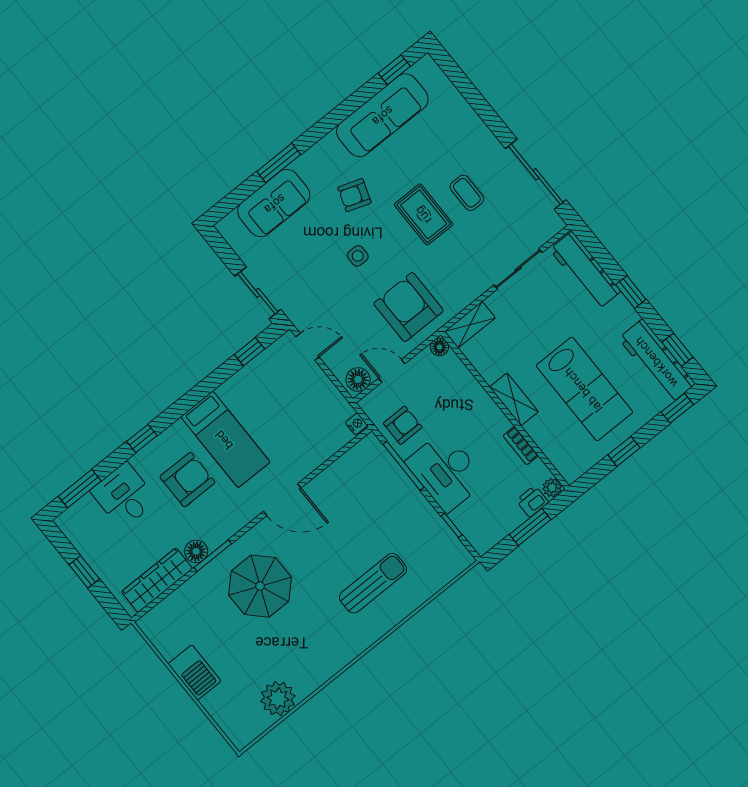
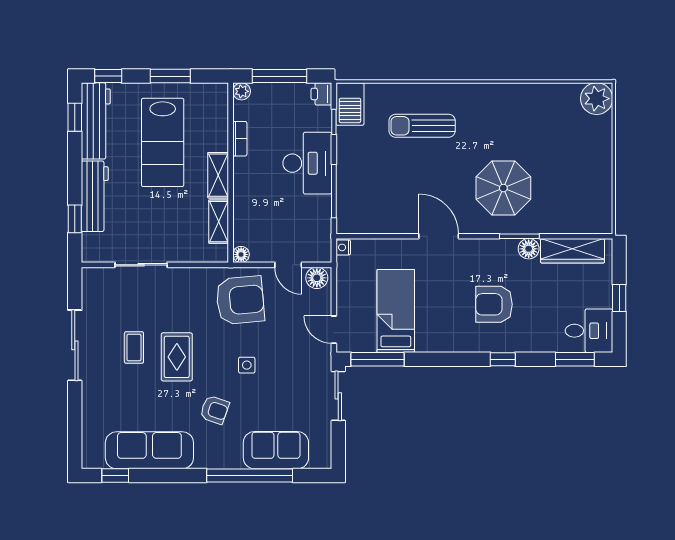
window: (279, 163) -> (250, 476), width x2.11
sliding door: (536, 174) -> (75, 345), moved
workbench: (585, 270) -> (95, 196), moved
window: (631, 292) -> (75, 219), moved
armchair: (409, 307) -> (240, 300), turned -95
shelving: (470, 325) -> (219, 222), moved, turned 90
window: (249, 352) -> (378, 359), width x2.17
lab bench: (584, 389) -> (163, 142), turned 180
armchair: (403, 425) -> (311, 220), removed
bed: (225, 439) -> (396, 311), moved
window: (624, 451) -> (170, 76), width x1.50
desk: (124, 496) -> (589, 331), moved, turned -90
printer: (532, 501) -> (321, 94), moved, turned 90
window: (530, 527) -> (279, 76), width x1.44
barbecue: (194, 672) -> (350, 104), moved, turned 180
plant: (278, 699) -> (597, 99), moved

